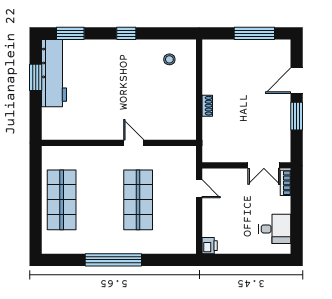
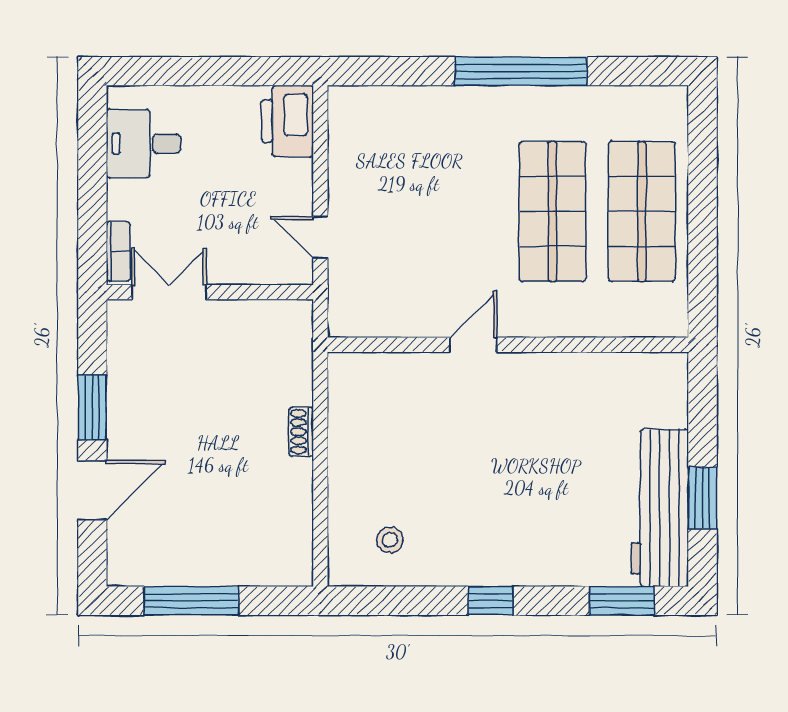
door: (134, 143) -> (473, 345), swing flipped
shop shelf: (138, 200) -> (553, 211), moved
printer: (210, 246) -> (288, 121), width x1.87, depth x1.48

